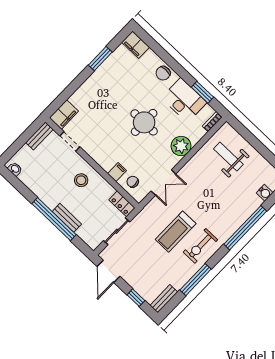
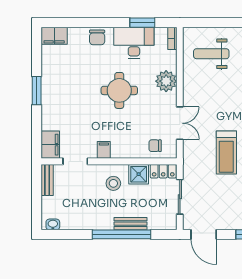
window: (100, 59) -> (37, 91), moved
filing cabinet: (117, 172) -> (104, 150), moved
shower: (104, 190) -> (139, 174), added

